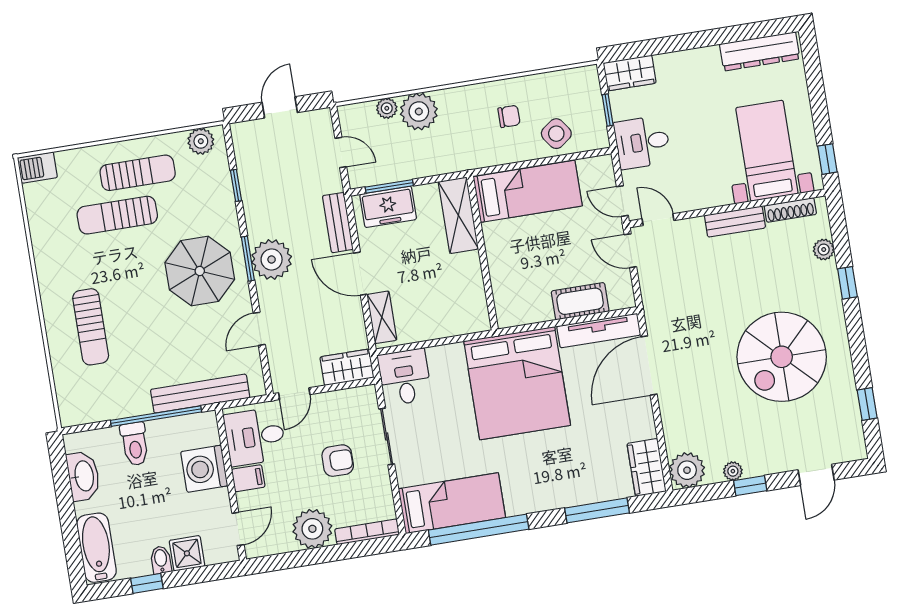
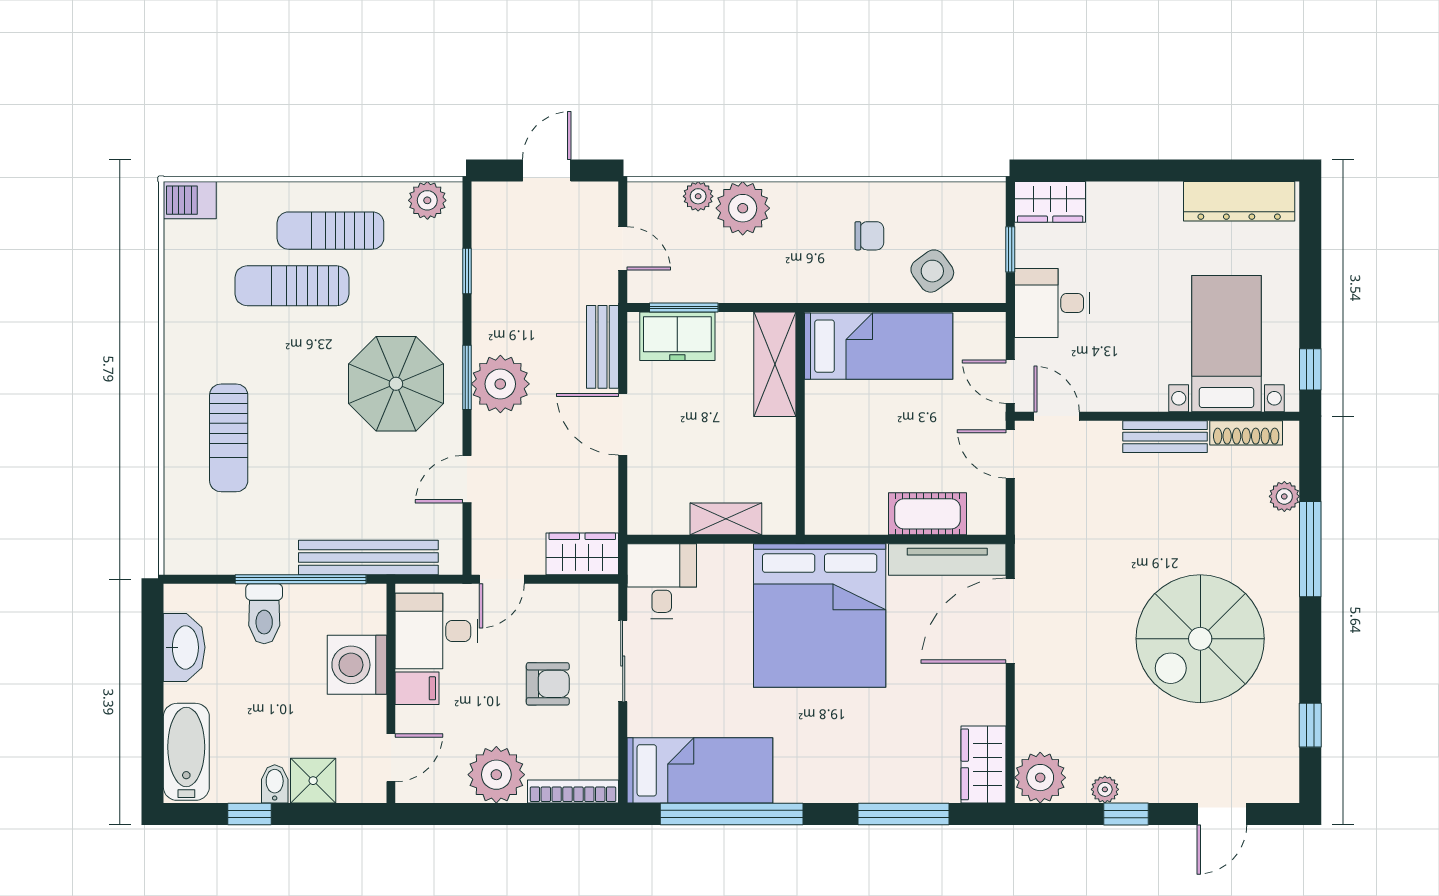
sun lounger: (138, 173) -> (330, 231), turned 180
window: (847, 283) -> (1310, 549), width x2.17
shelving: (382, 317) -> (726, 519), moved, turned 90

